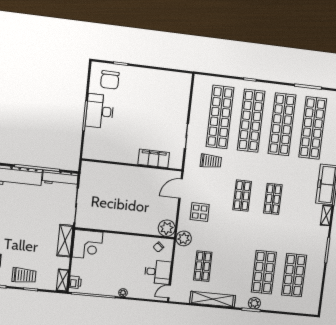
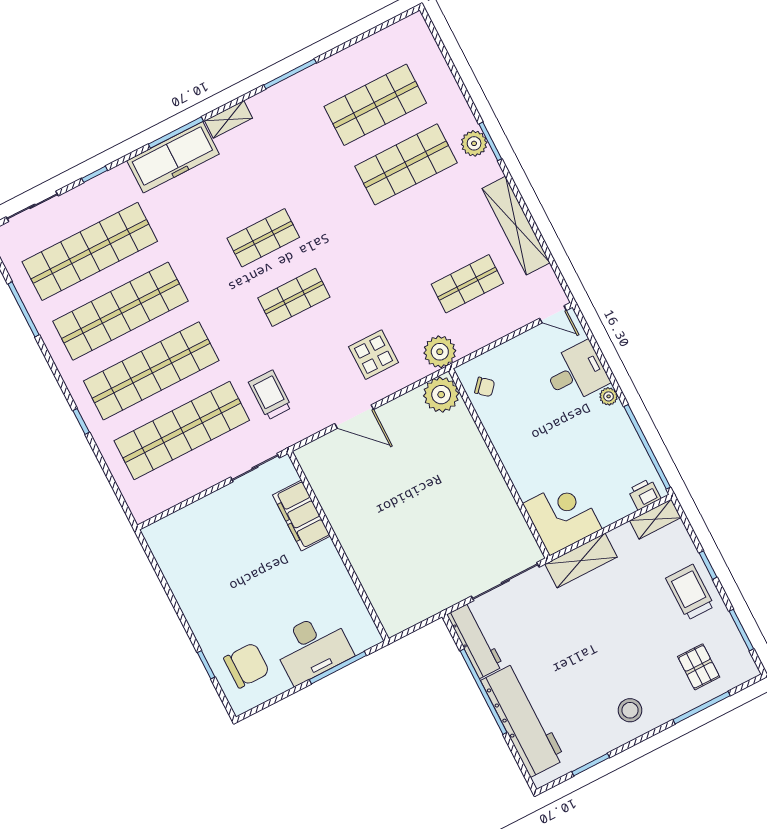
filing cabinet: (154, 158) -> (301, 515), moved
wall: (132, 165) -> (338, 546), moved
desk: (158, 272) -> (576, 373), moved, turned 90

